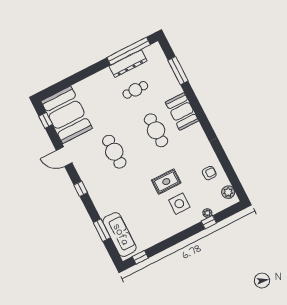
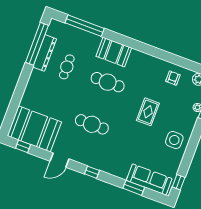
window: (178, 71) -> (85, 26), width x1.46
side table: (179, 204) -> (174, 140), moved

